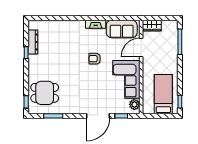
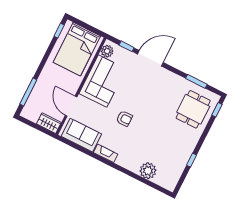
plant: (56, 27) -> (148, 171), added
dresser: (33, 42) -> (179, 168), removed
door: (141, 48) -> (71, 106), swing flipped
dining table: (45, 93) -> (193, 109), turned 90
bed: (163, 94) -> (77, 49), width x1.50

